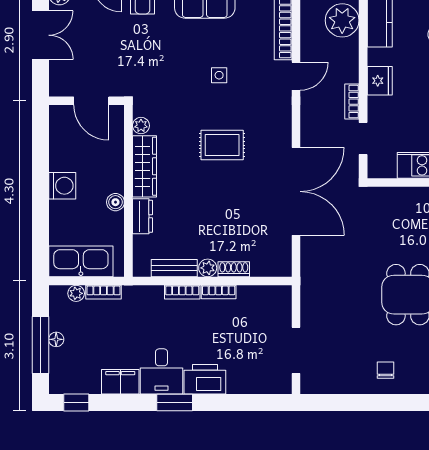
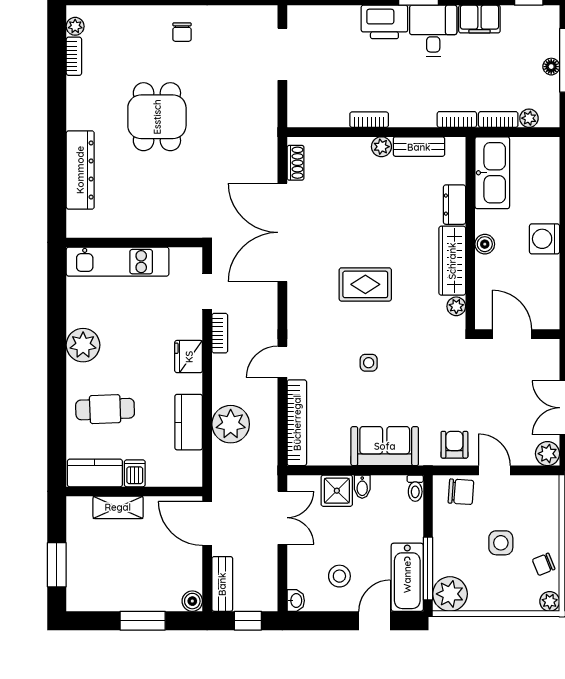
boiler: (115, 202) -> (485, 244), moved
kitchen sink: (81, 261) -> (492, 173), moved, turned -90
shoe rack: (234, 269) -> (296, 163), moved, turned -90
bookcase: (182, 292) -> (457, 119), moved

